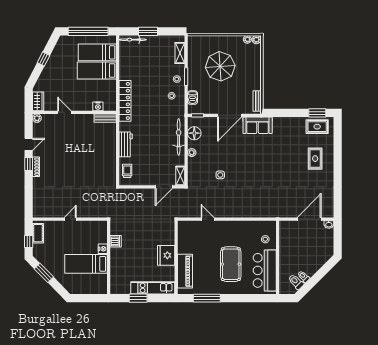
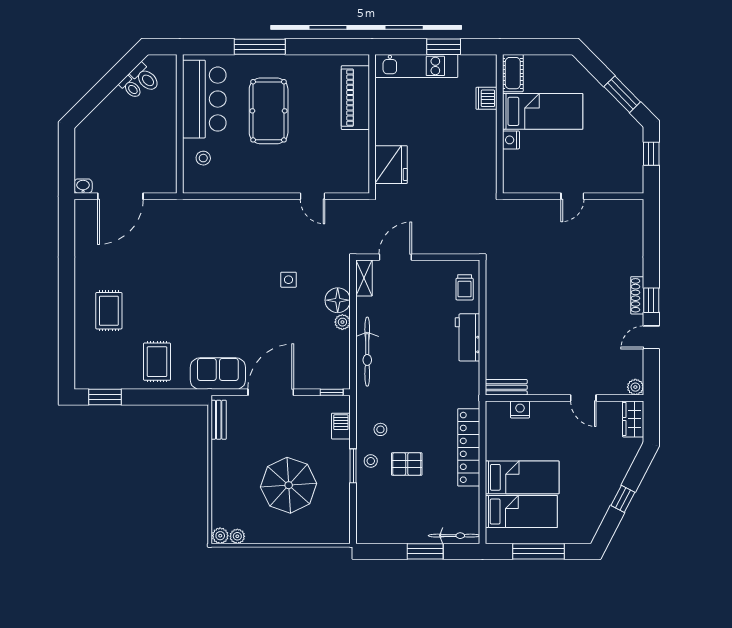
window: (88, 31) -> (539, 551), width x0.68
shelving: (180, 53) -> (365, 510), removed
pallet: (158, 78) -> (407, 464), added
locker: (125, 101) -> (469, 447), moved
rug: (317, 127) -> (157, 362), moved, turned 90
floor lamp: (194, 133) -> (338, 300), moved
cot: (38, 233) -> (513, 73), moved
dishwasher: (116, 241) -> (486, 98), moved
fridge: (166, 255) -> (391, 165), moved
window: (207, 298) -> (260, 47), moved

